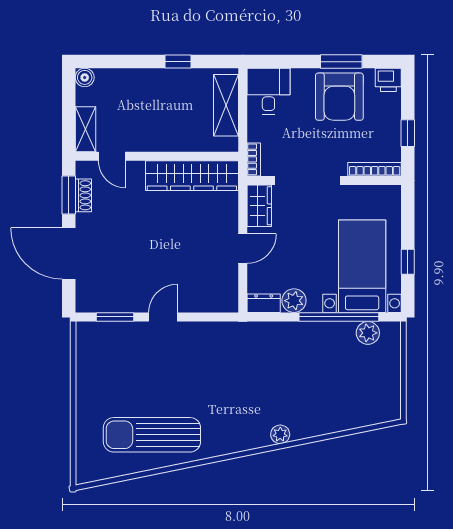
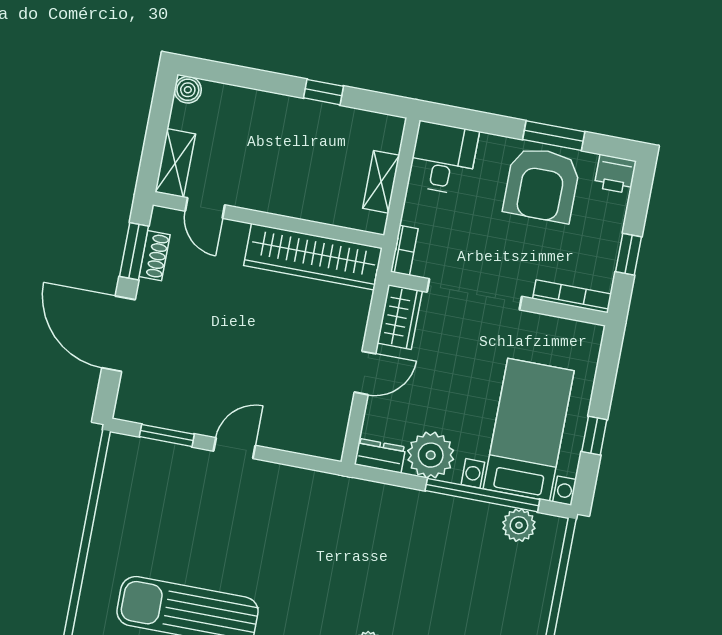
shelving: (226, 105) -> (381, 182), width x0.67, depth x0.75
plant: (294, 301) -> (431, 455), width x1.36, depth x1.36

